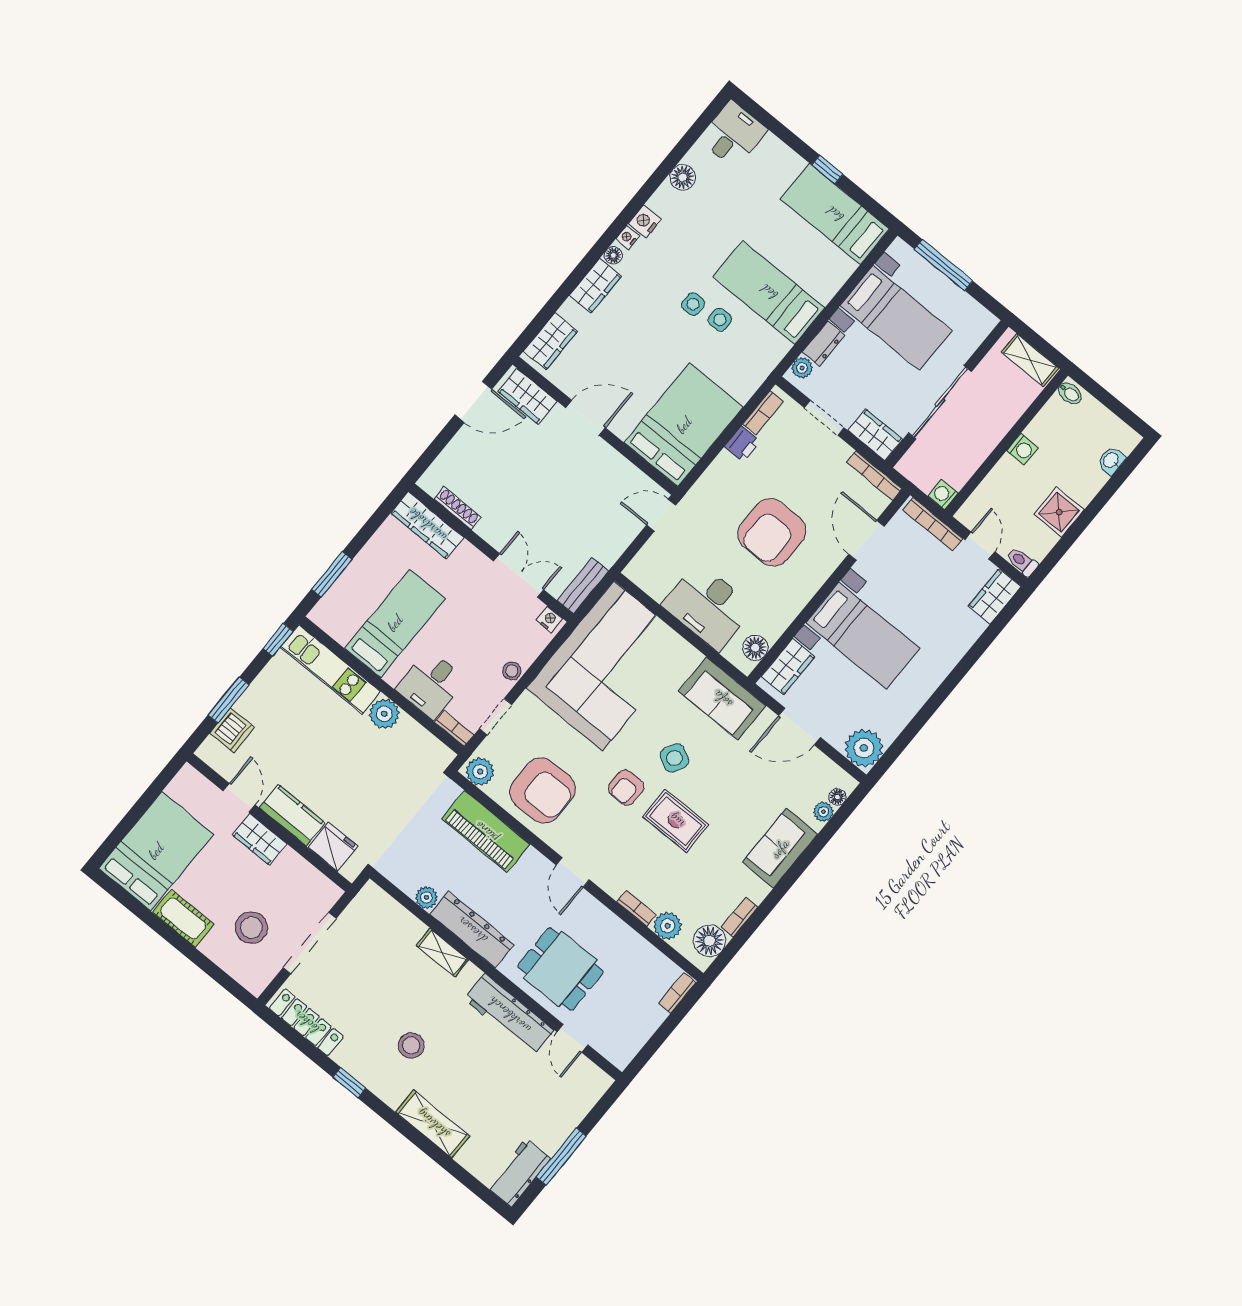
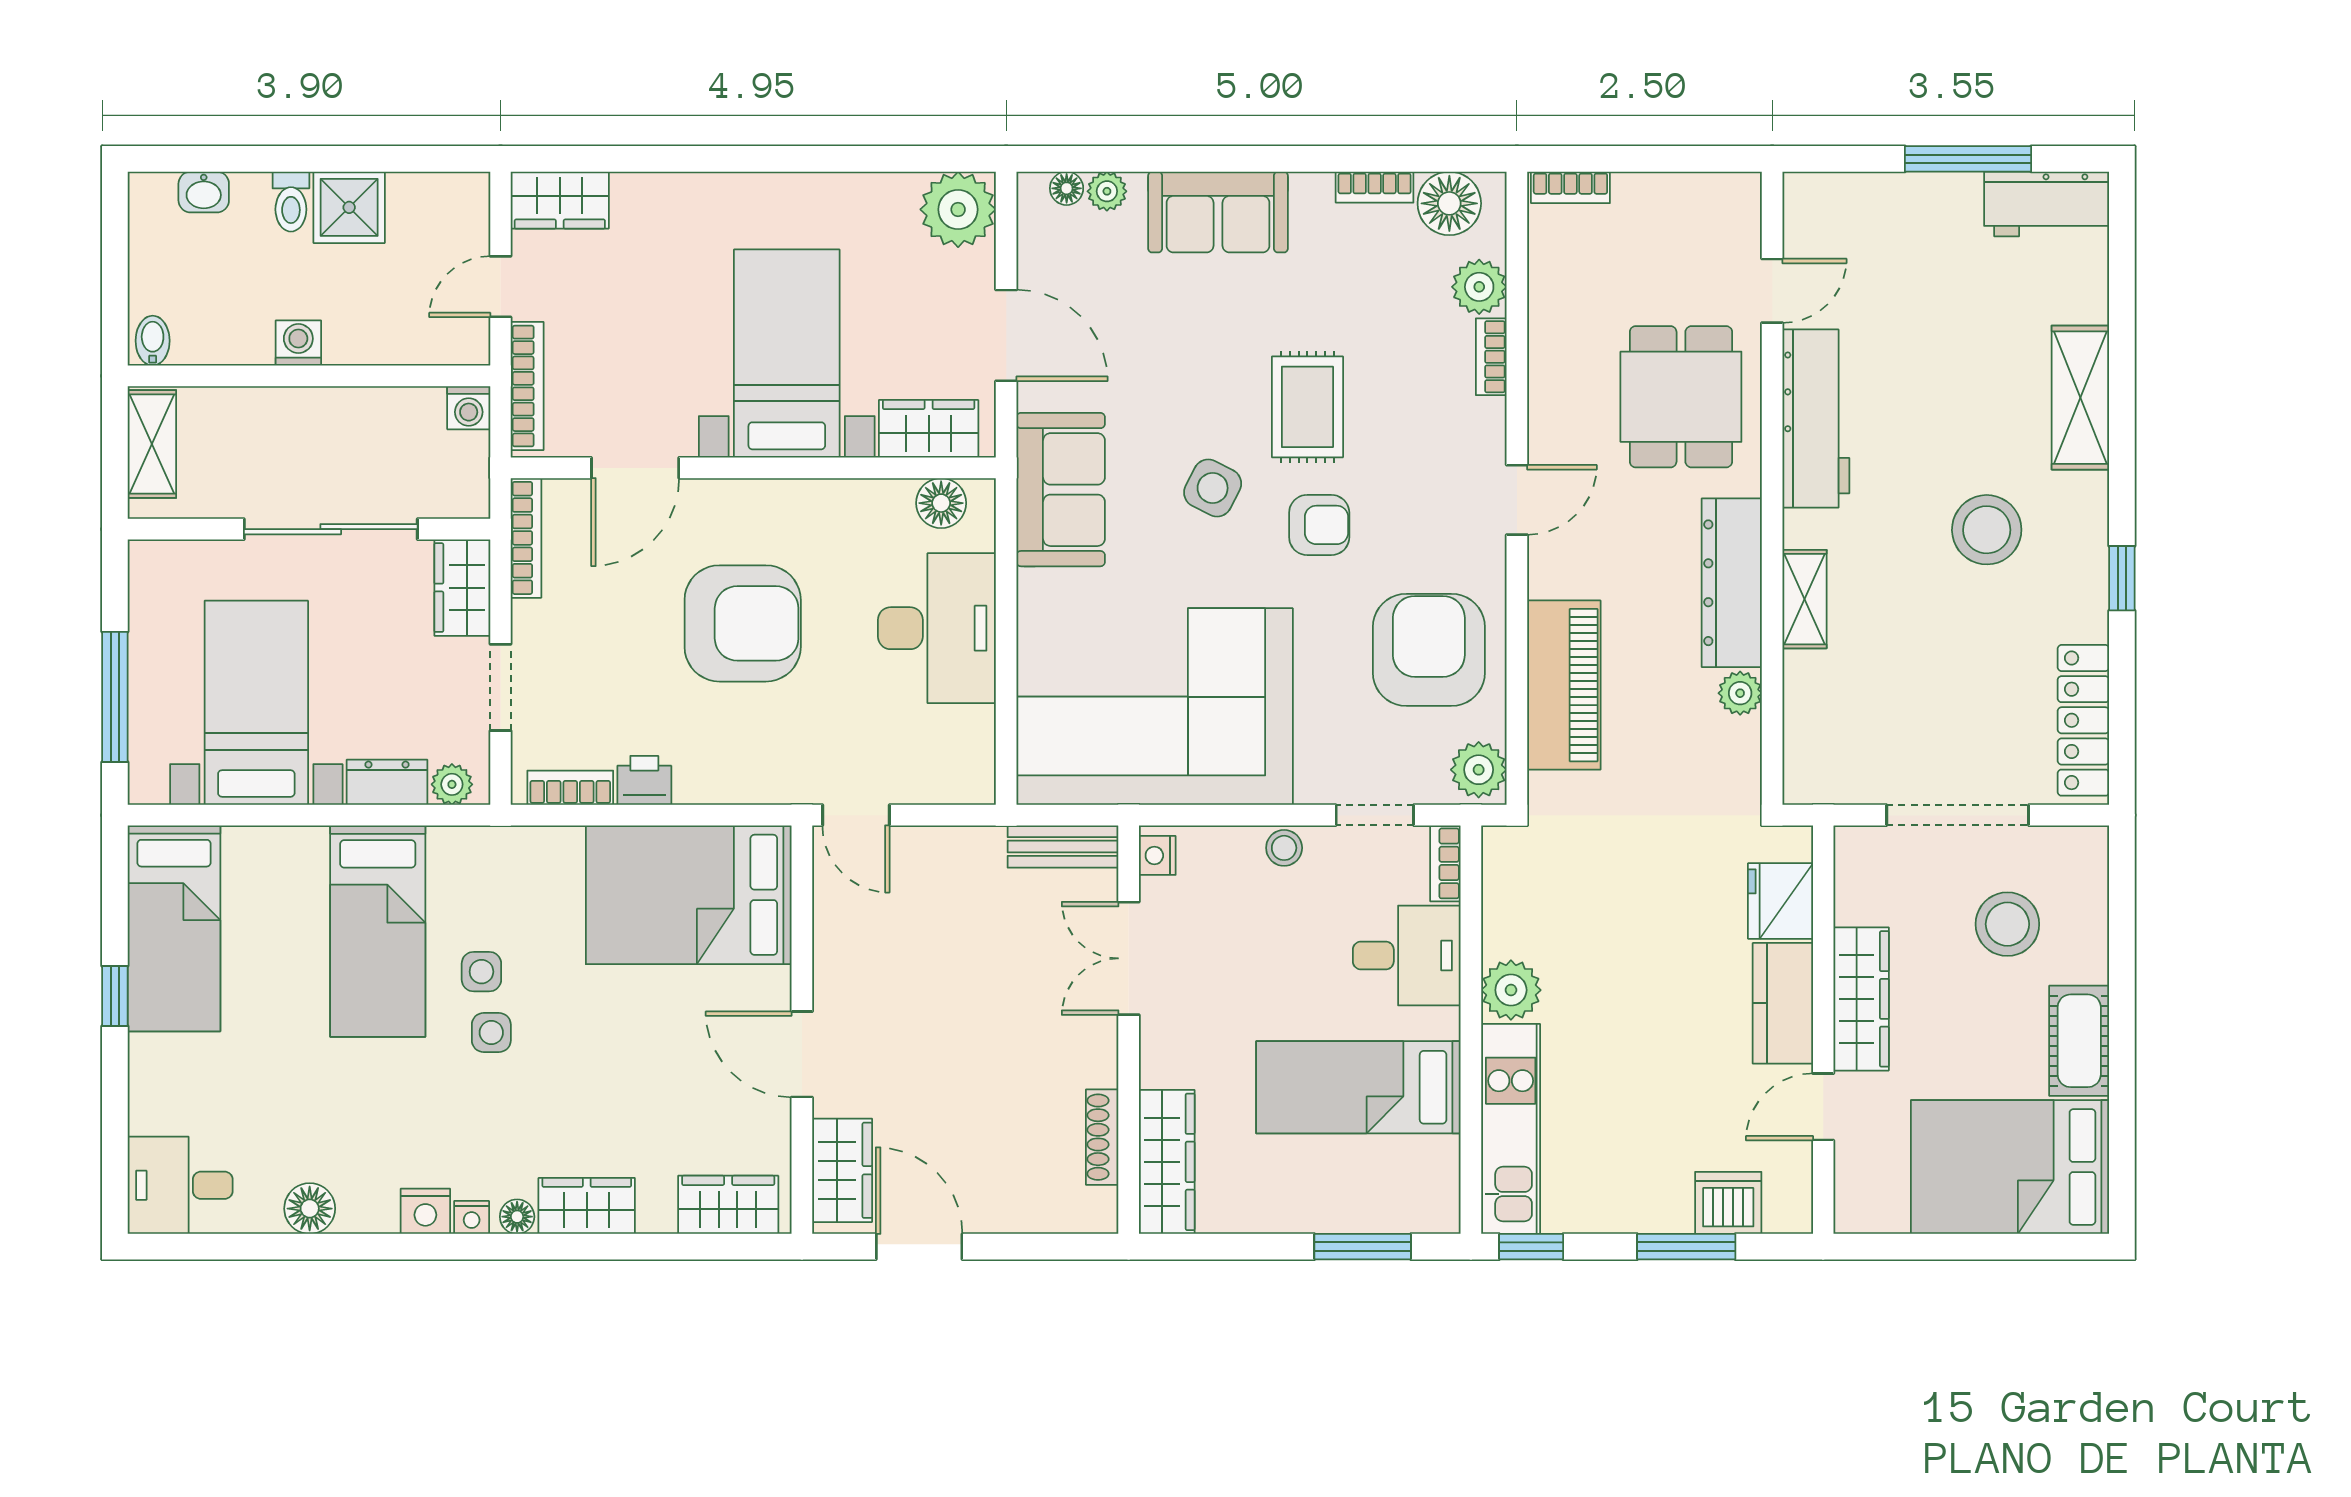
toilet: (1022, 562) -> (291, 202), moved
wardrobe: (260, 839) -> (1861, 999), width x1.50
stool: (411, 1045) -> (1987, 530), width x1.38, depth x1.38

